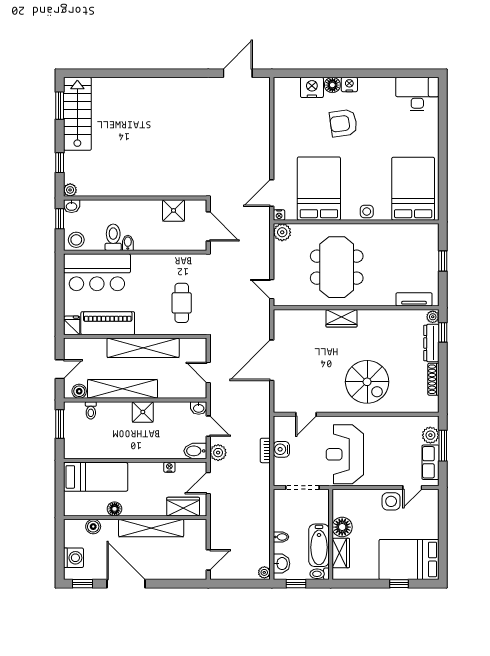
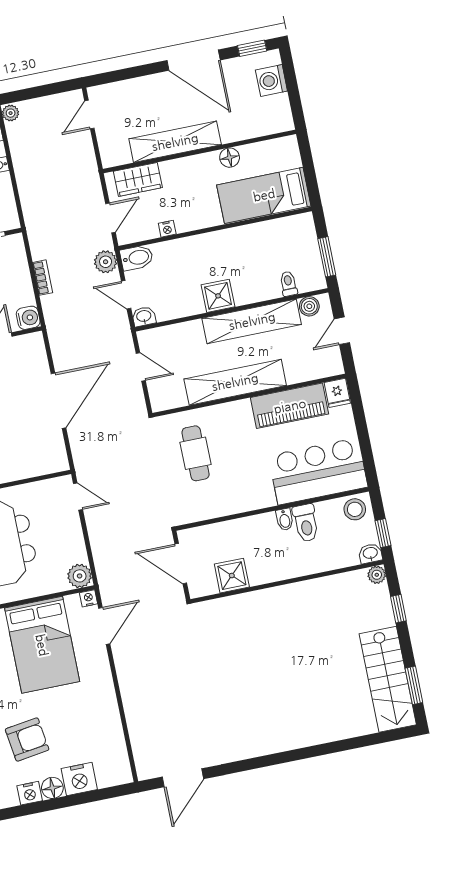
water cooler: (281, 449) -> (28, 318), moved
boiler: (93, 527) -> (253, 128), removed

